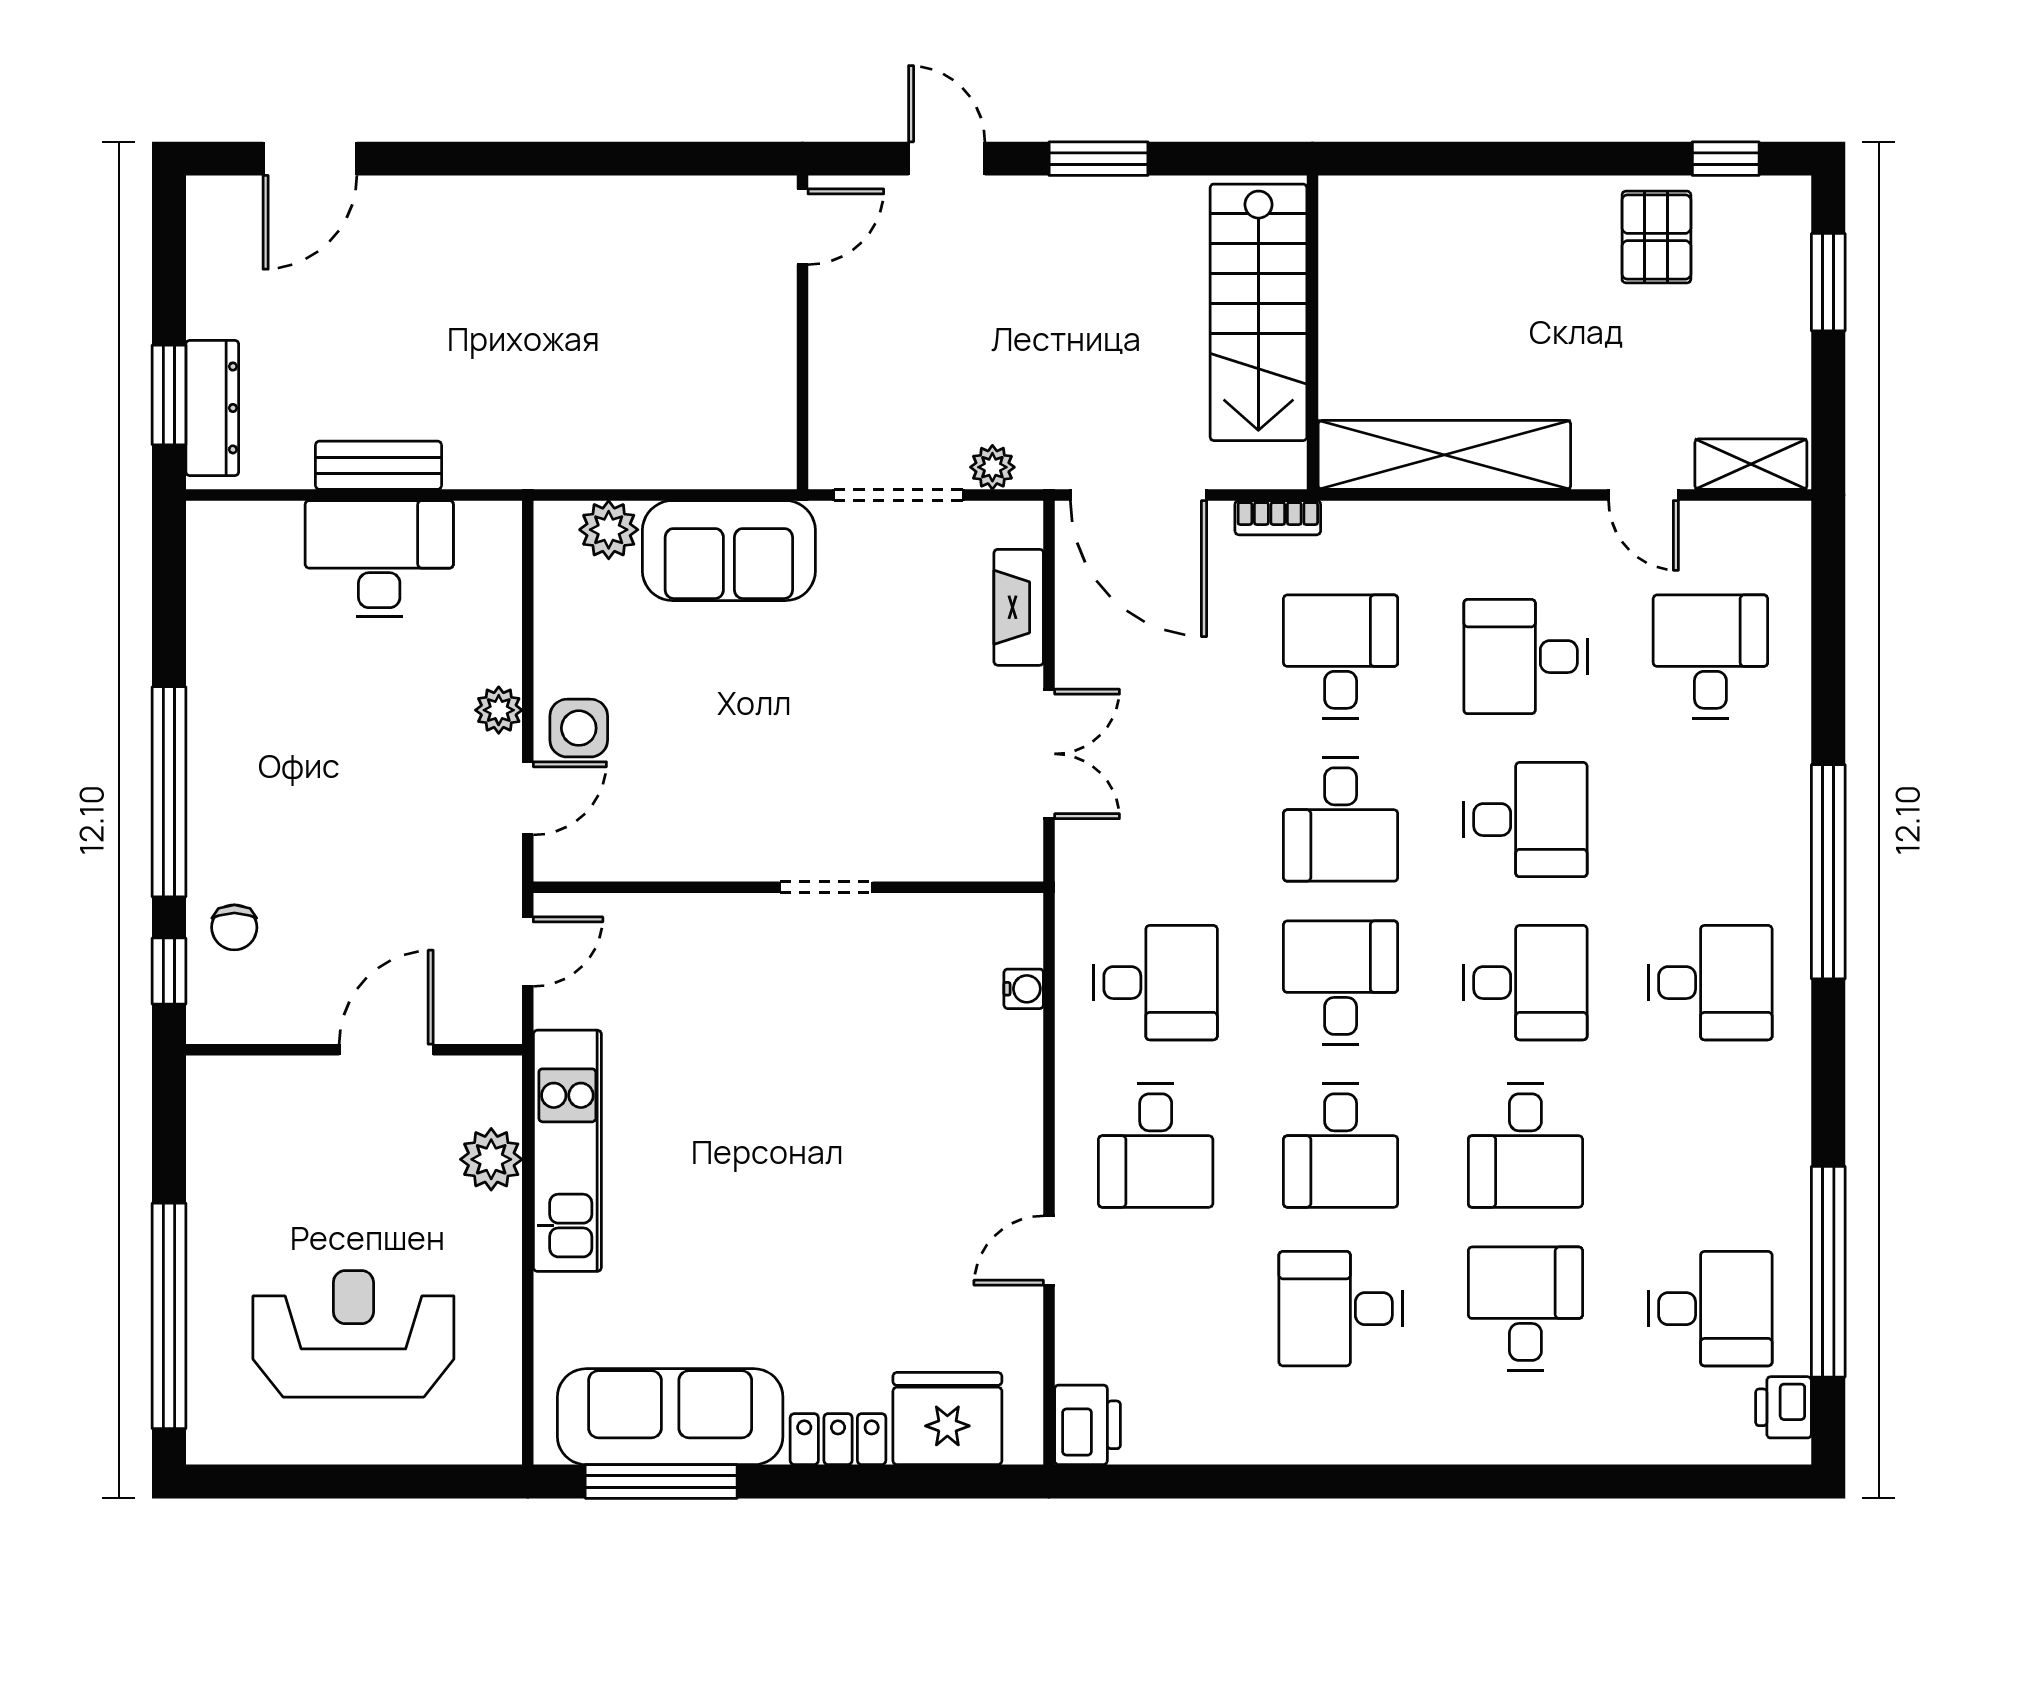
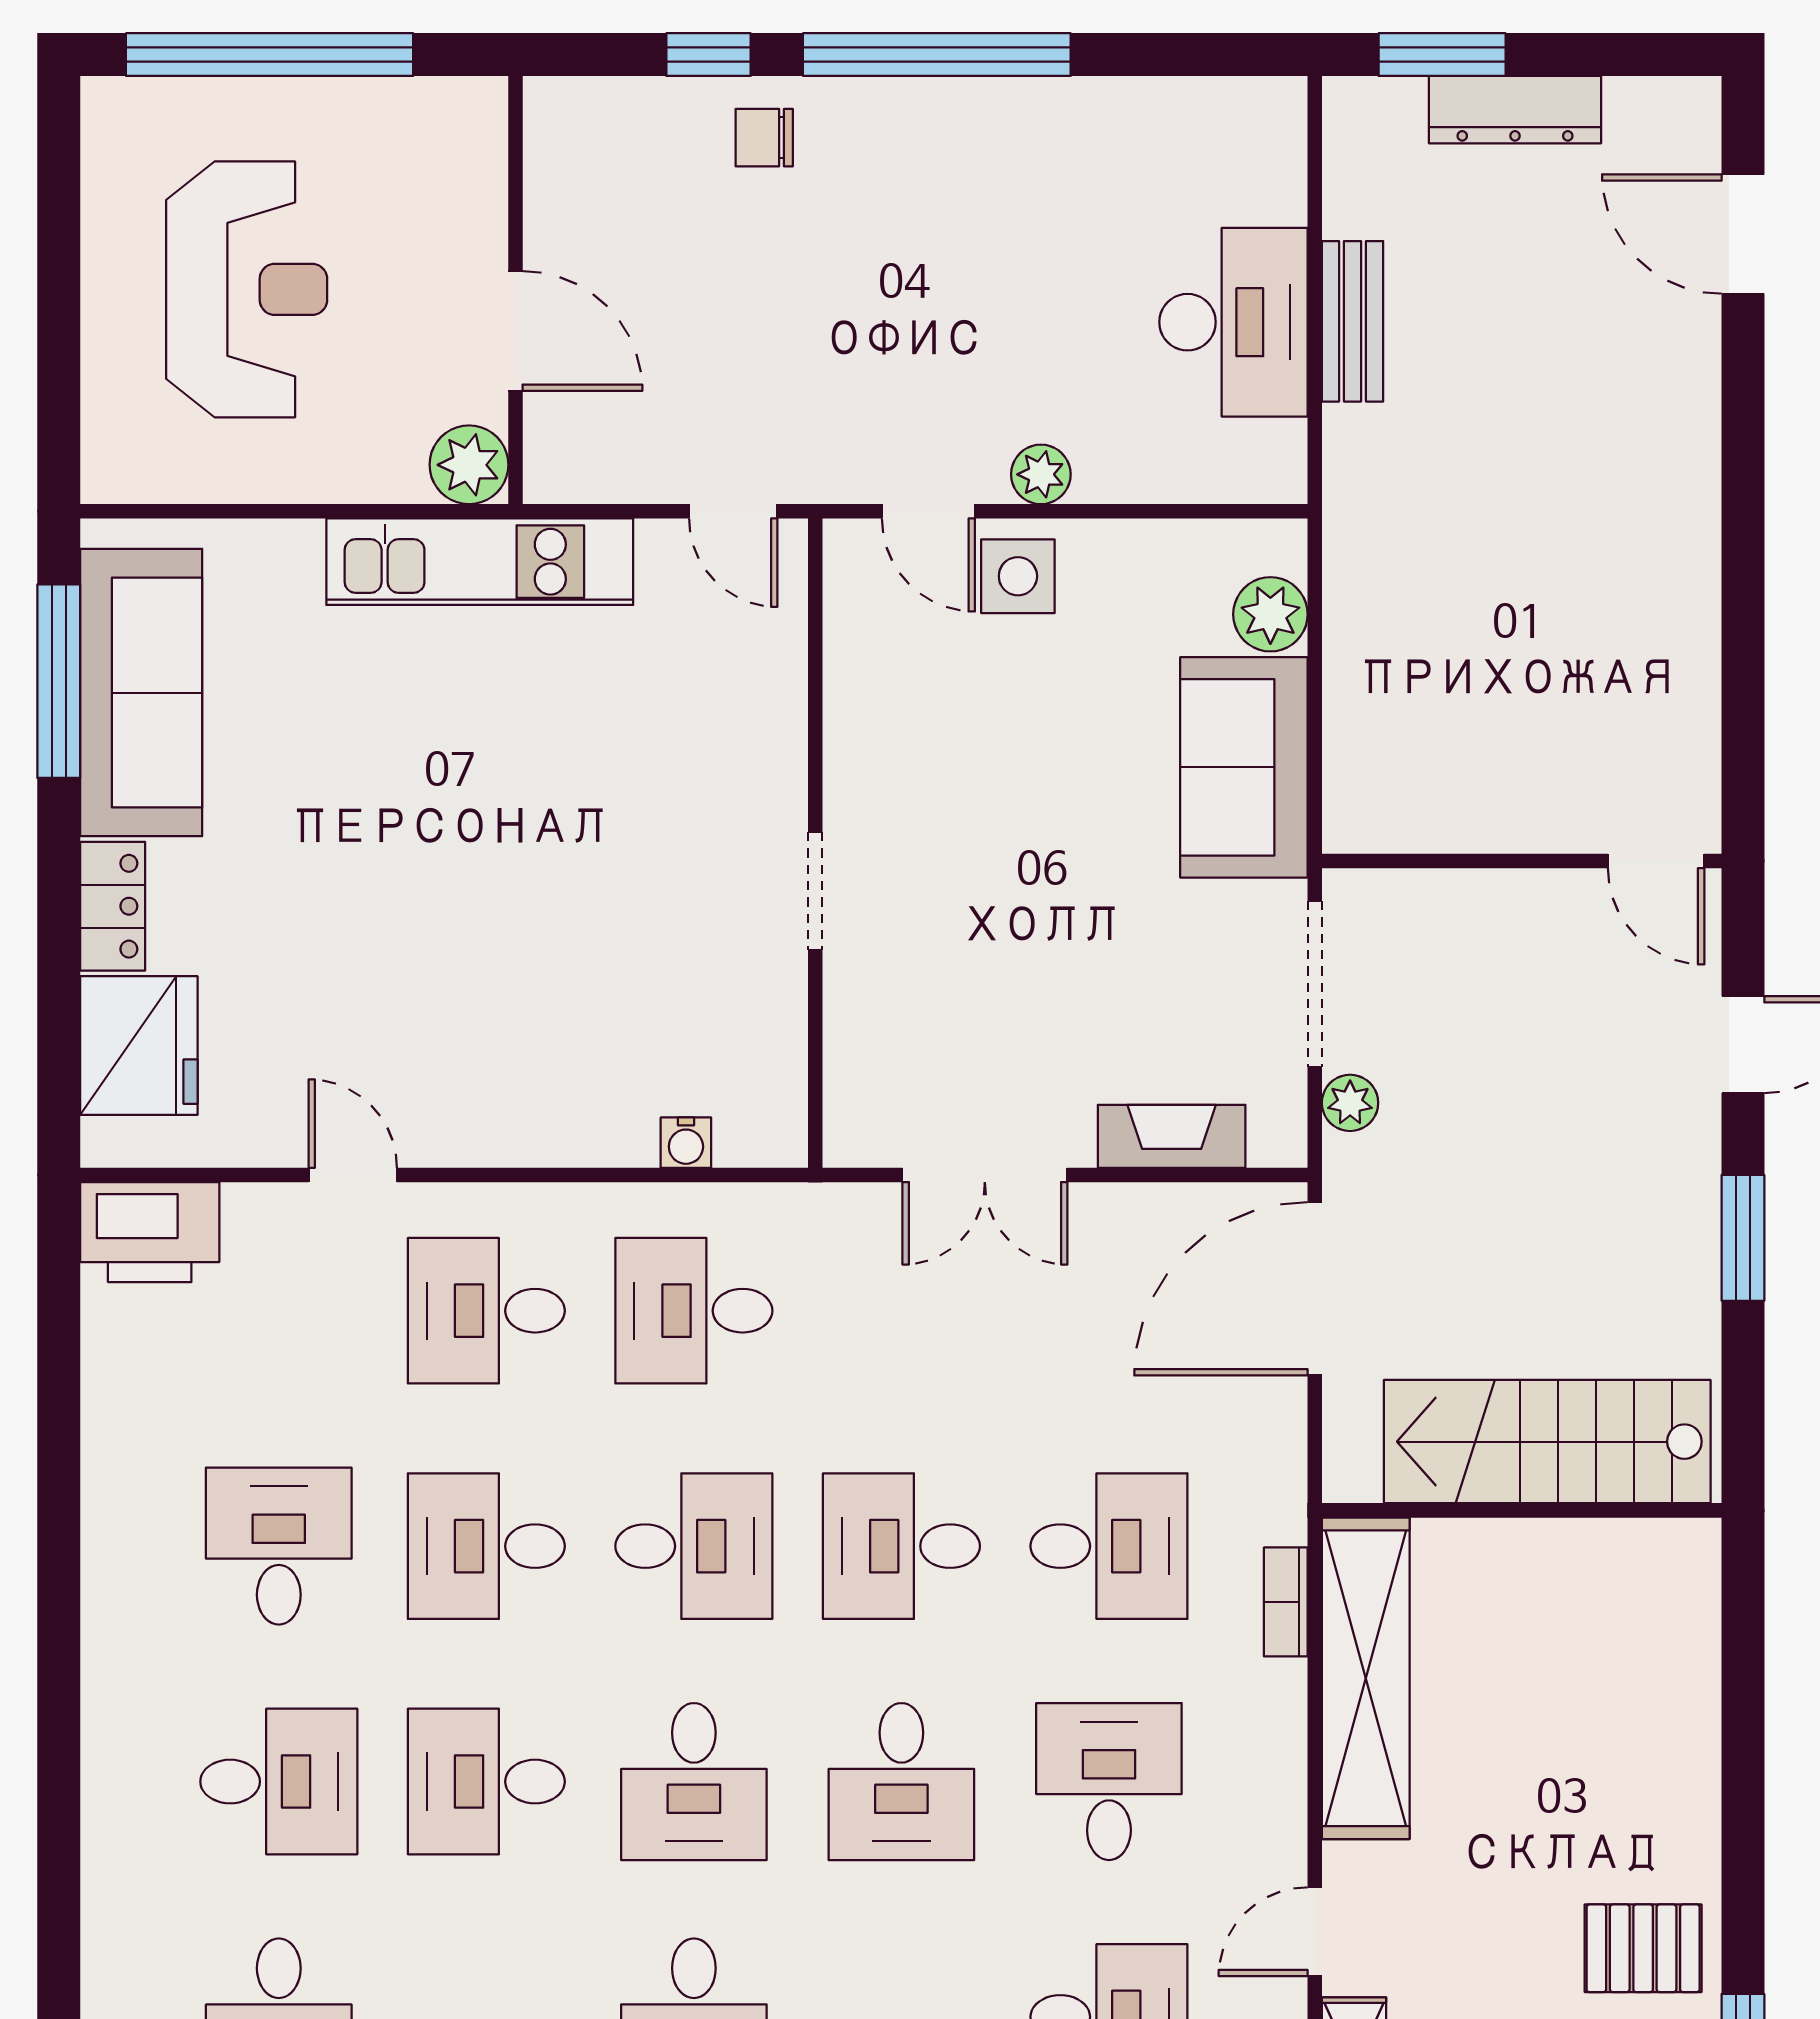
dresser: (212, 408) -> (1515, 110), moved
bookcase: (1278, 518) -> (1286, 1602), moved
desk: (1156, 983) -> (694, 1311), turned 90
wall: (354, 1050) -> (515, 290), moved
door: (386, 1050) -> (515, 331), moved
printer: (1088, 1425) -> (150, 1232), width x1.37, depth x1.19

